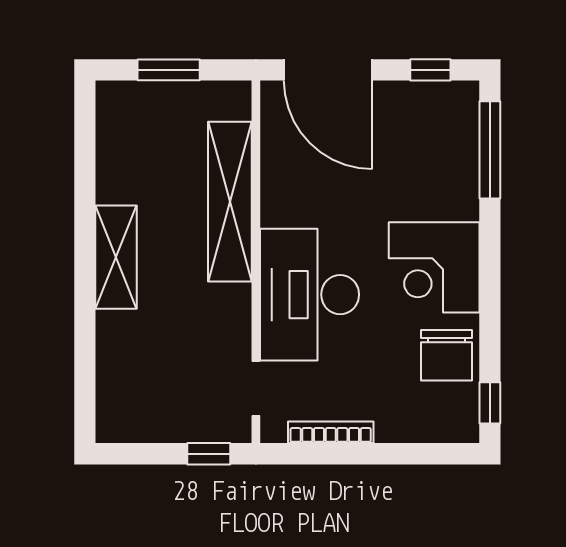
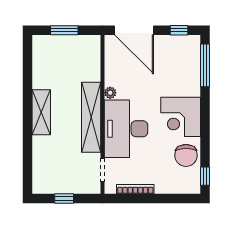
shelving: (230, 202) -> (91, 117), moved
plant: (274, 212) -> (110, 93), added
window: (209, 454) -> (64, 198), moved

